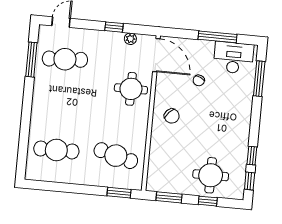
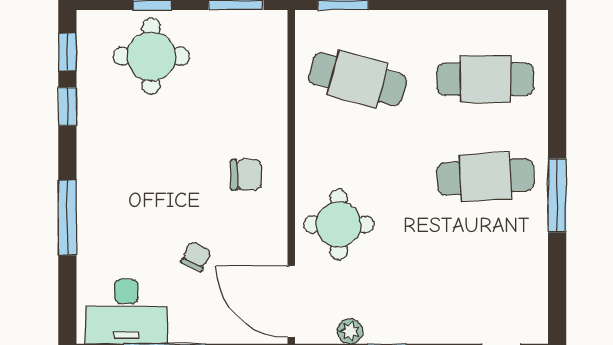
cafe table: (65, 59) -> (485, 177), moved
window: (31, 60) -> (557, 195), moved
window: (259, 79) -> (67, 218), moved
chair: (172, 116) -> (246, 175), turned 137

